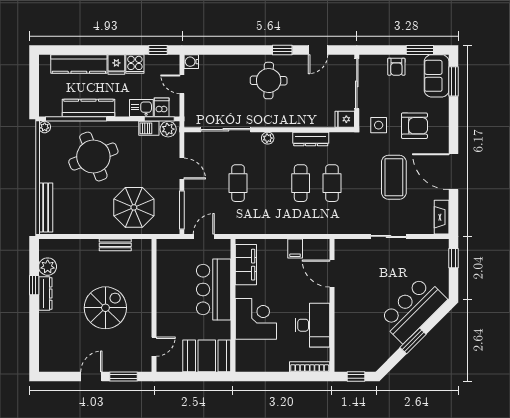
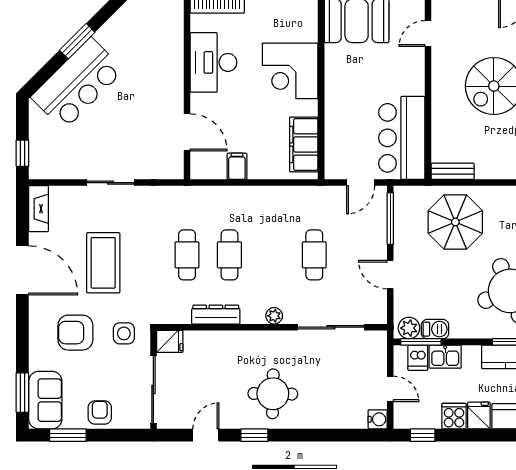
bench: (115, 245) -> (453, 171), moved
bar counter: (214, 289) -> (402, 138), moved, turned 180

